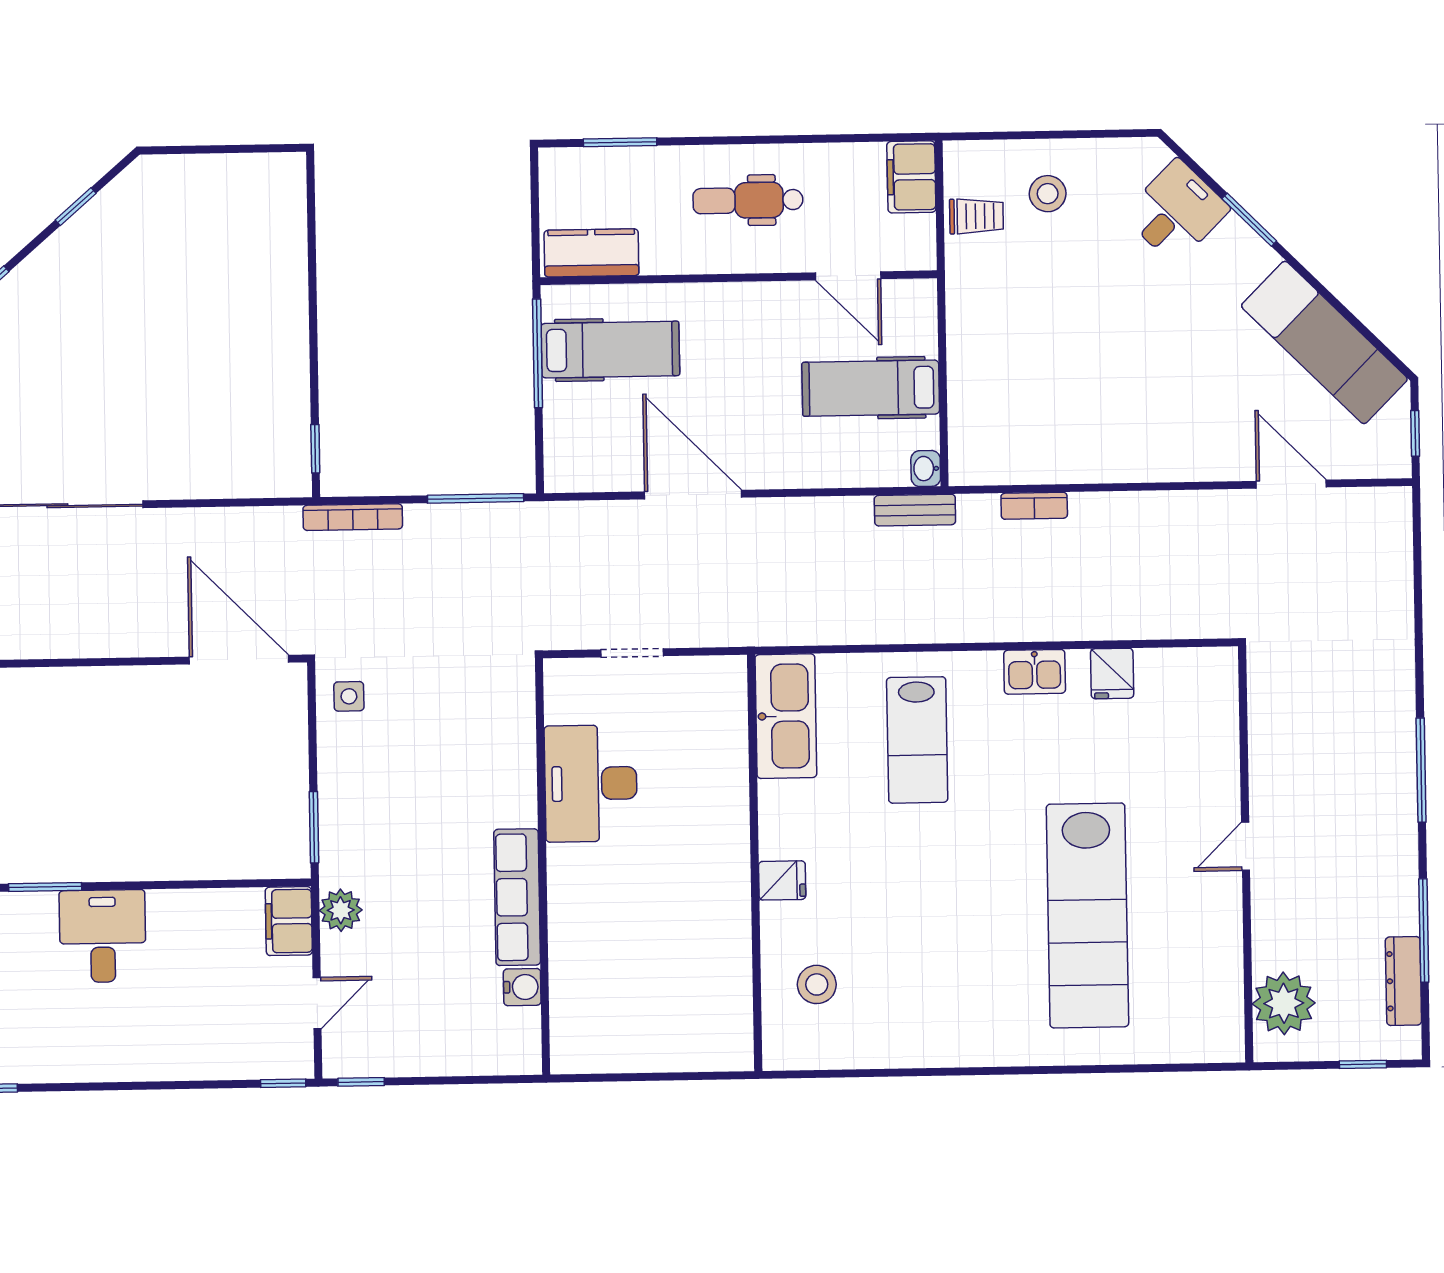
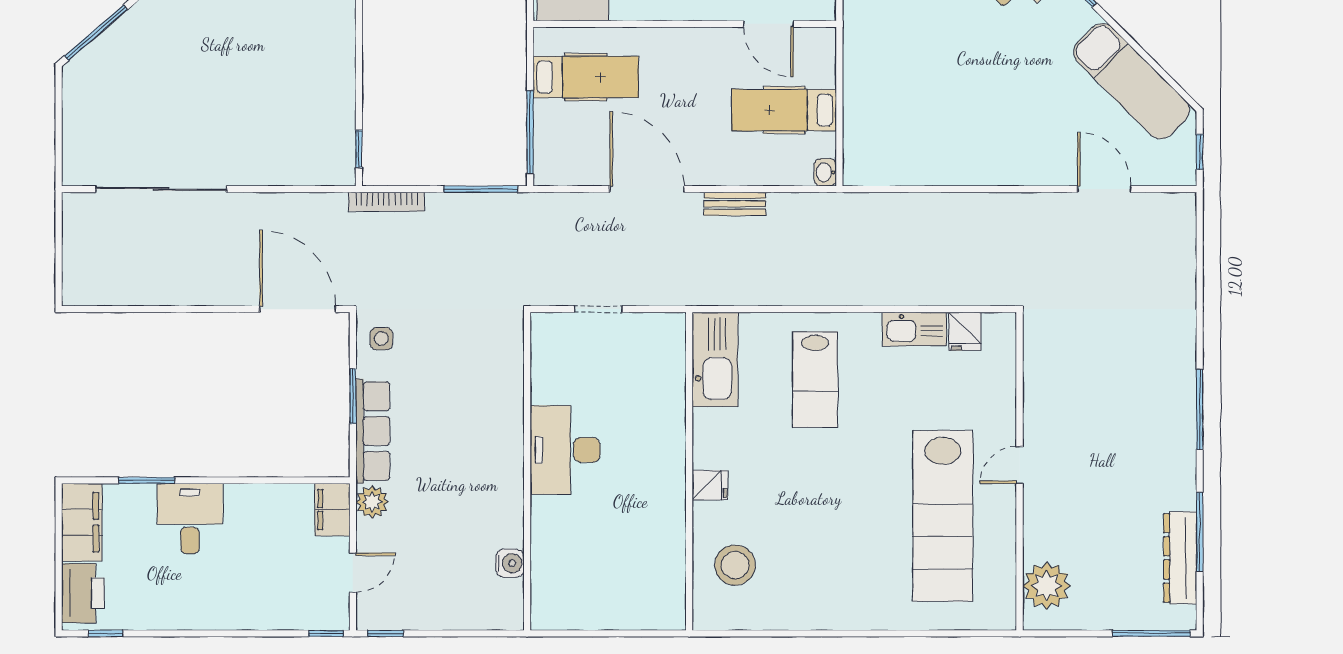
window: (538, 353) -> (530, 132), moved
bookcase: (1034, 506) -> (908, 202), removed
bench: (915, 510) -> (735, 204), moved
kitchen sink: (1035, 672) -> (914, 329), width x1.38
desk: (591, 783) -> (565, 450), moved
window: (314, 827) -> (353, 396), moved
door: (1246, 846) -> (1020, 465), moved
wall: (1246, 854) -> (1020, 471), moved
row of seats: (517, 897) -> (373, 431), moved, turned 180
dresser: (1403, 981) -> (1180, 558), width x1.37, depth x1.24
stool: (817, 984) -> (735, 565), width x1.38, depth x1.38
plant: (1284, 1003) -> (1047, 586), moved
window: (1363, 1064) -> (1151, 633), width x2.17

